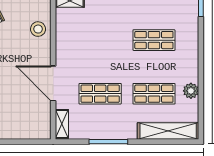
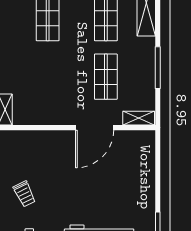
stool: (38, 29) -> (36, 144), removed

